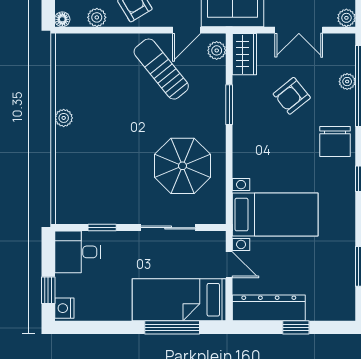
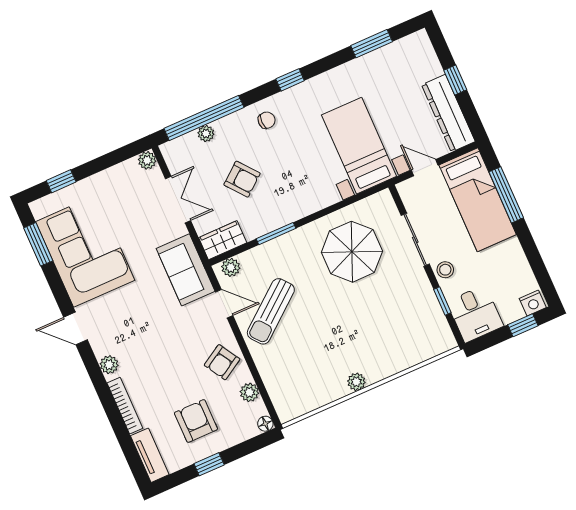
chair: (335, 141) -> (267, 120), width x0.54, depth x0.54
stool: (129, 243) -> (445, 270), added
door: (229, 265) -> (425, 168), hinge flipped

